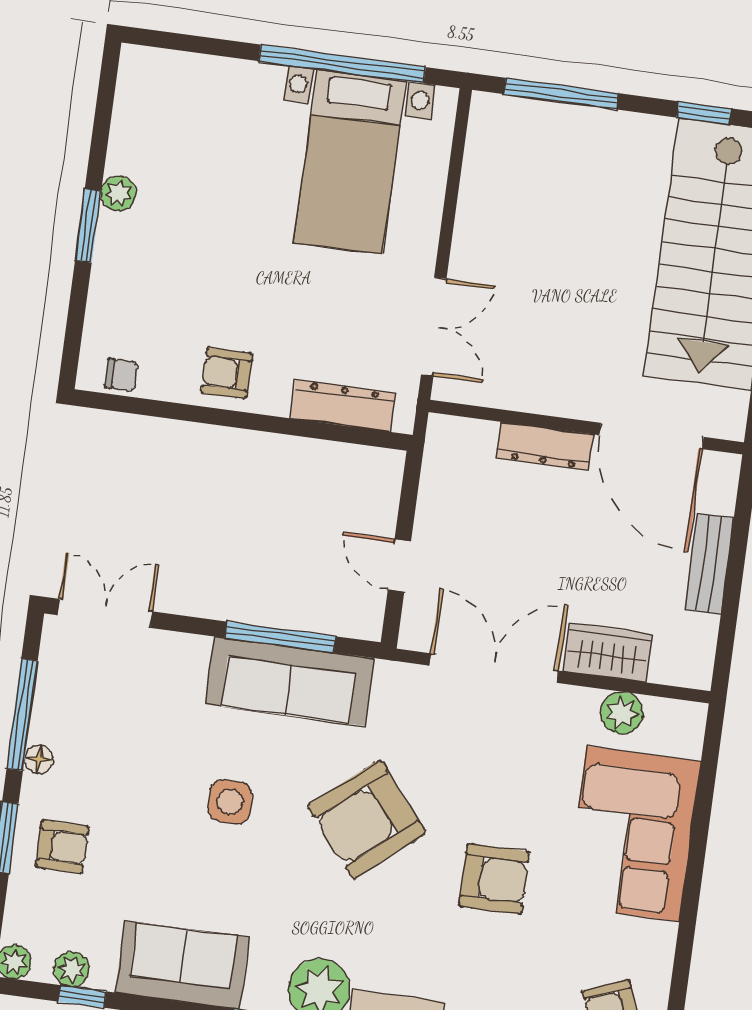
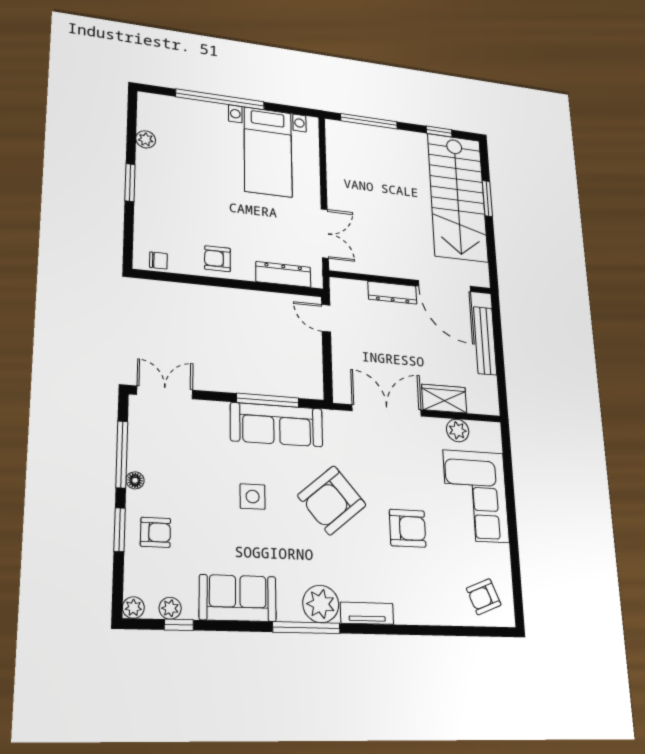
window: (342, 64) -> (220, 99), moved
plant: (118, 194) -> (146, 139), moved
bench: (709, 564) -> (485, 341), width x1.36
door: (399, 566) -> (326, 318), moved

